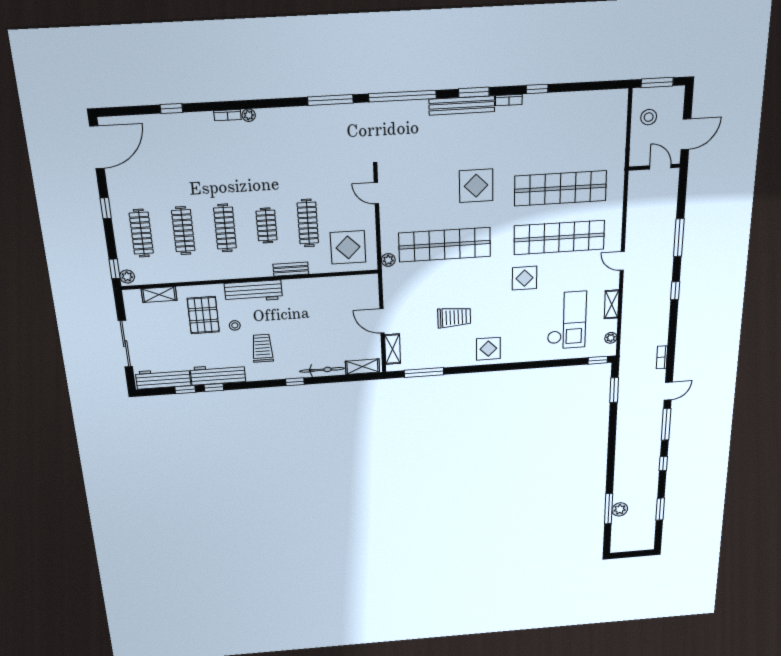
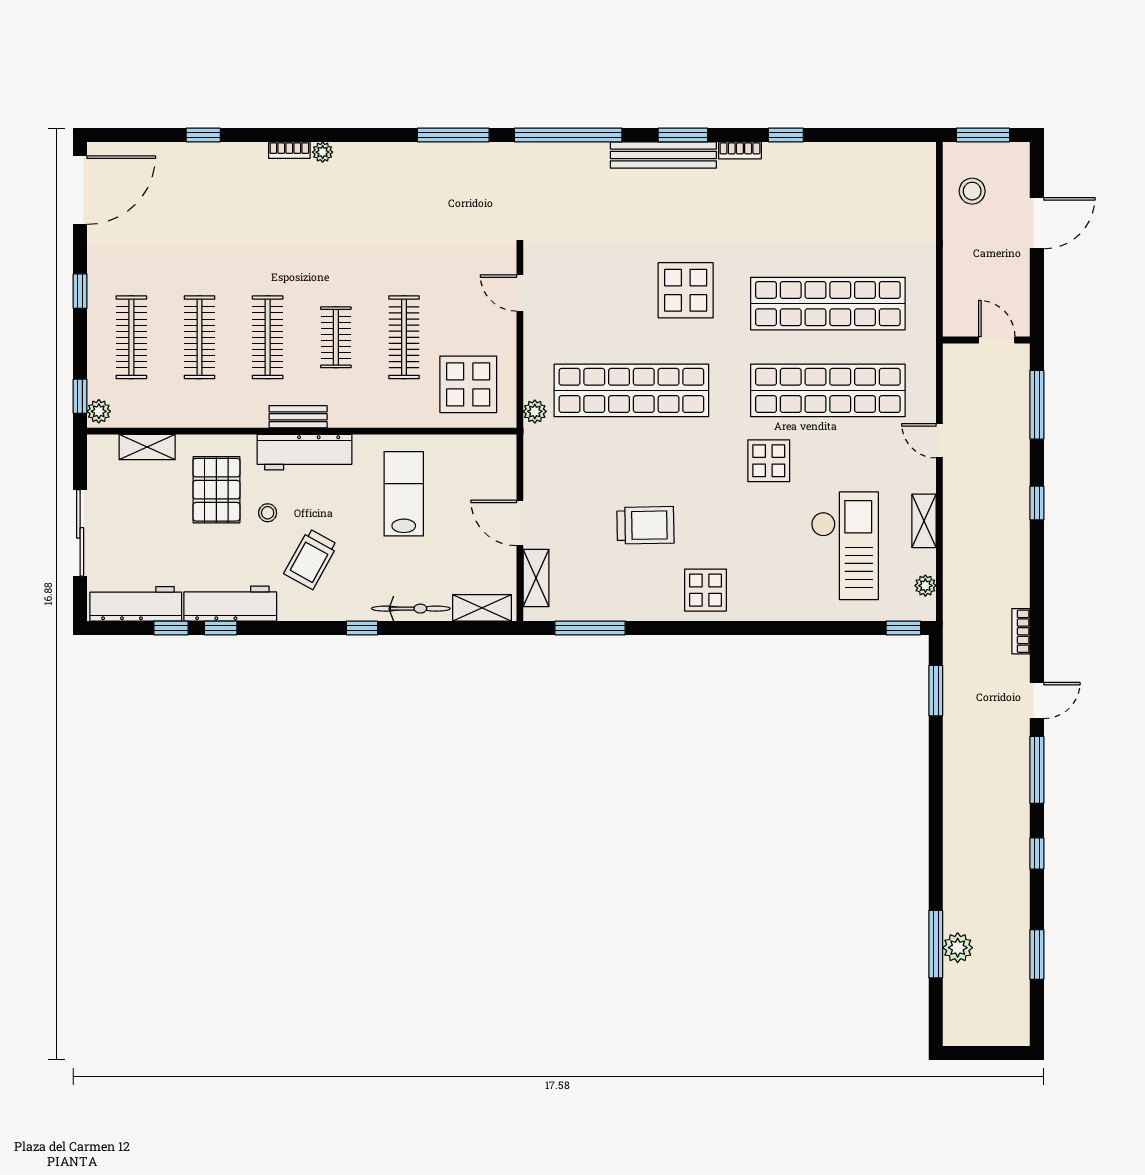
wall: (654, 167) -> (986, 340), moved
door: (660, 167) -> (997, 340), moved
bench: (291, 269) -> (298, 417), moved
lab bench: (314, 310) -> (404, 494), added
trolley: (262, 348) -> (311, 559), turned -151

